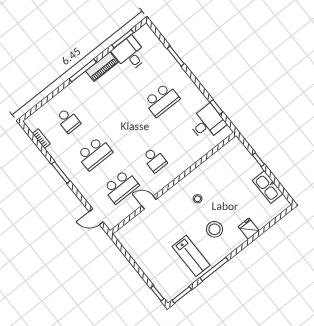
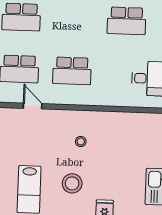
school desk: (155, 160) -> (72, 71), width x1.85

